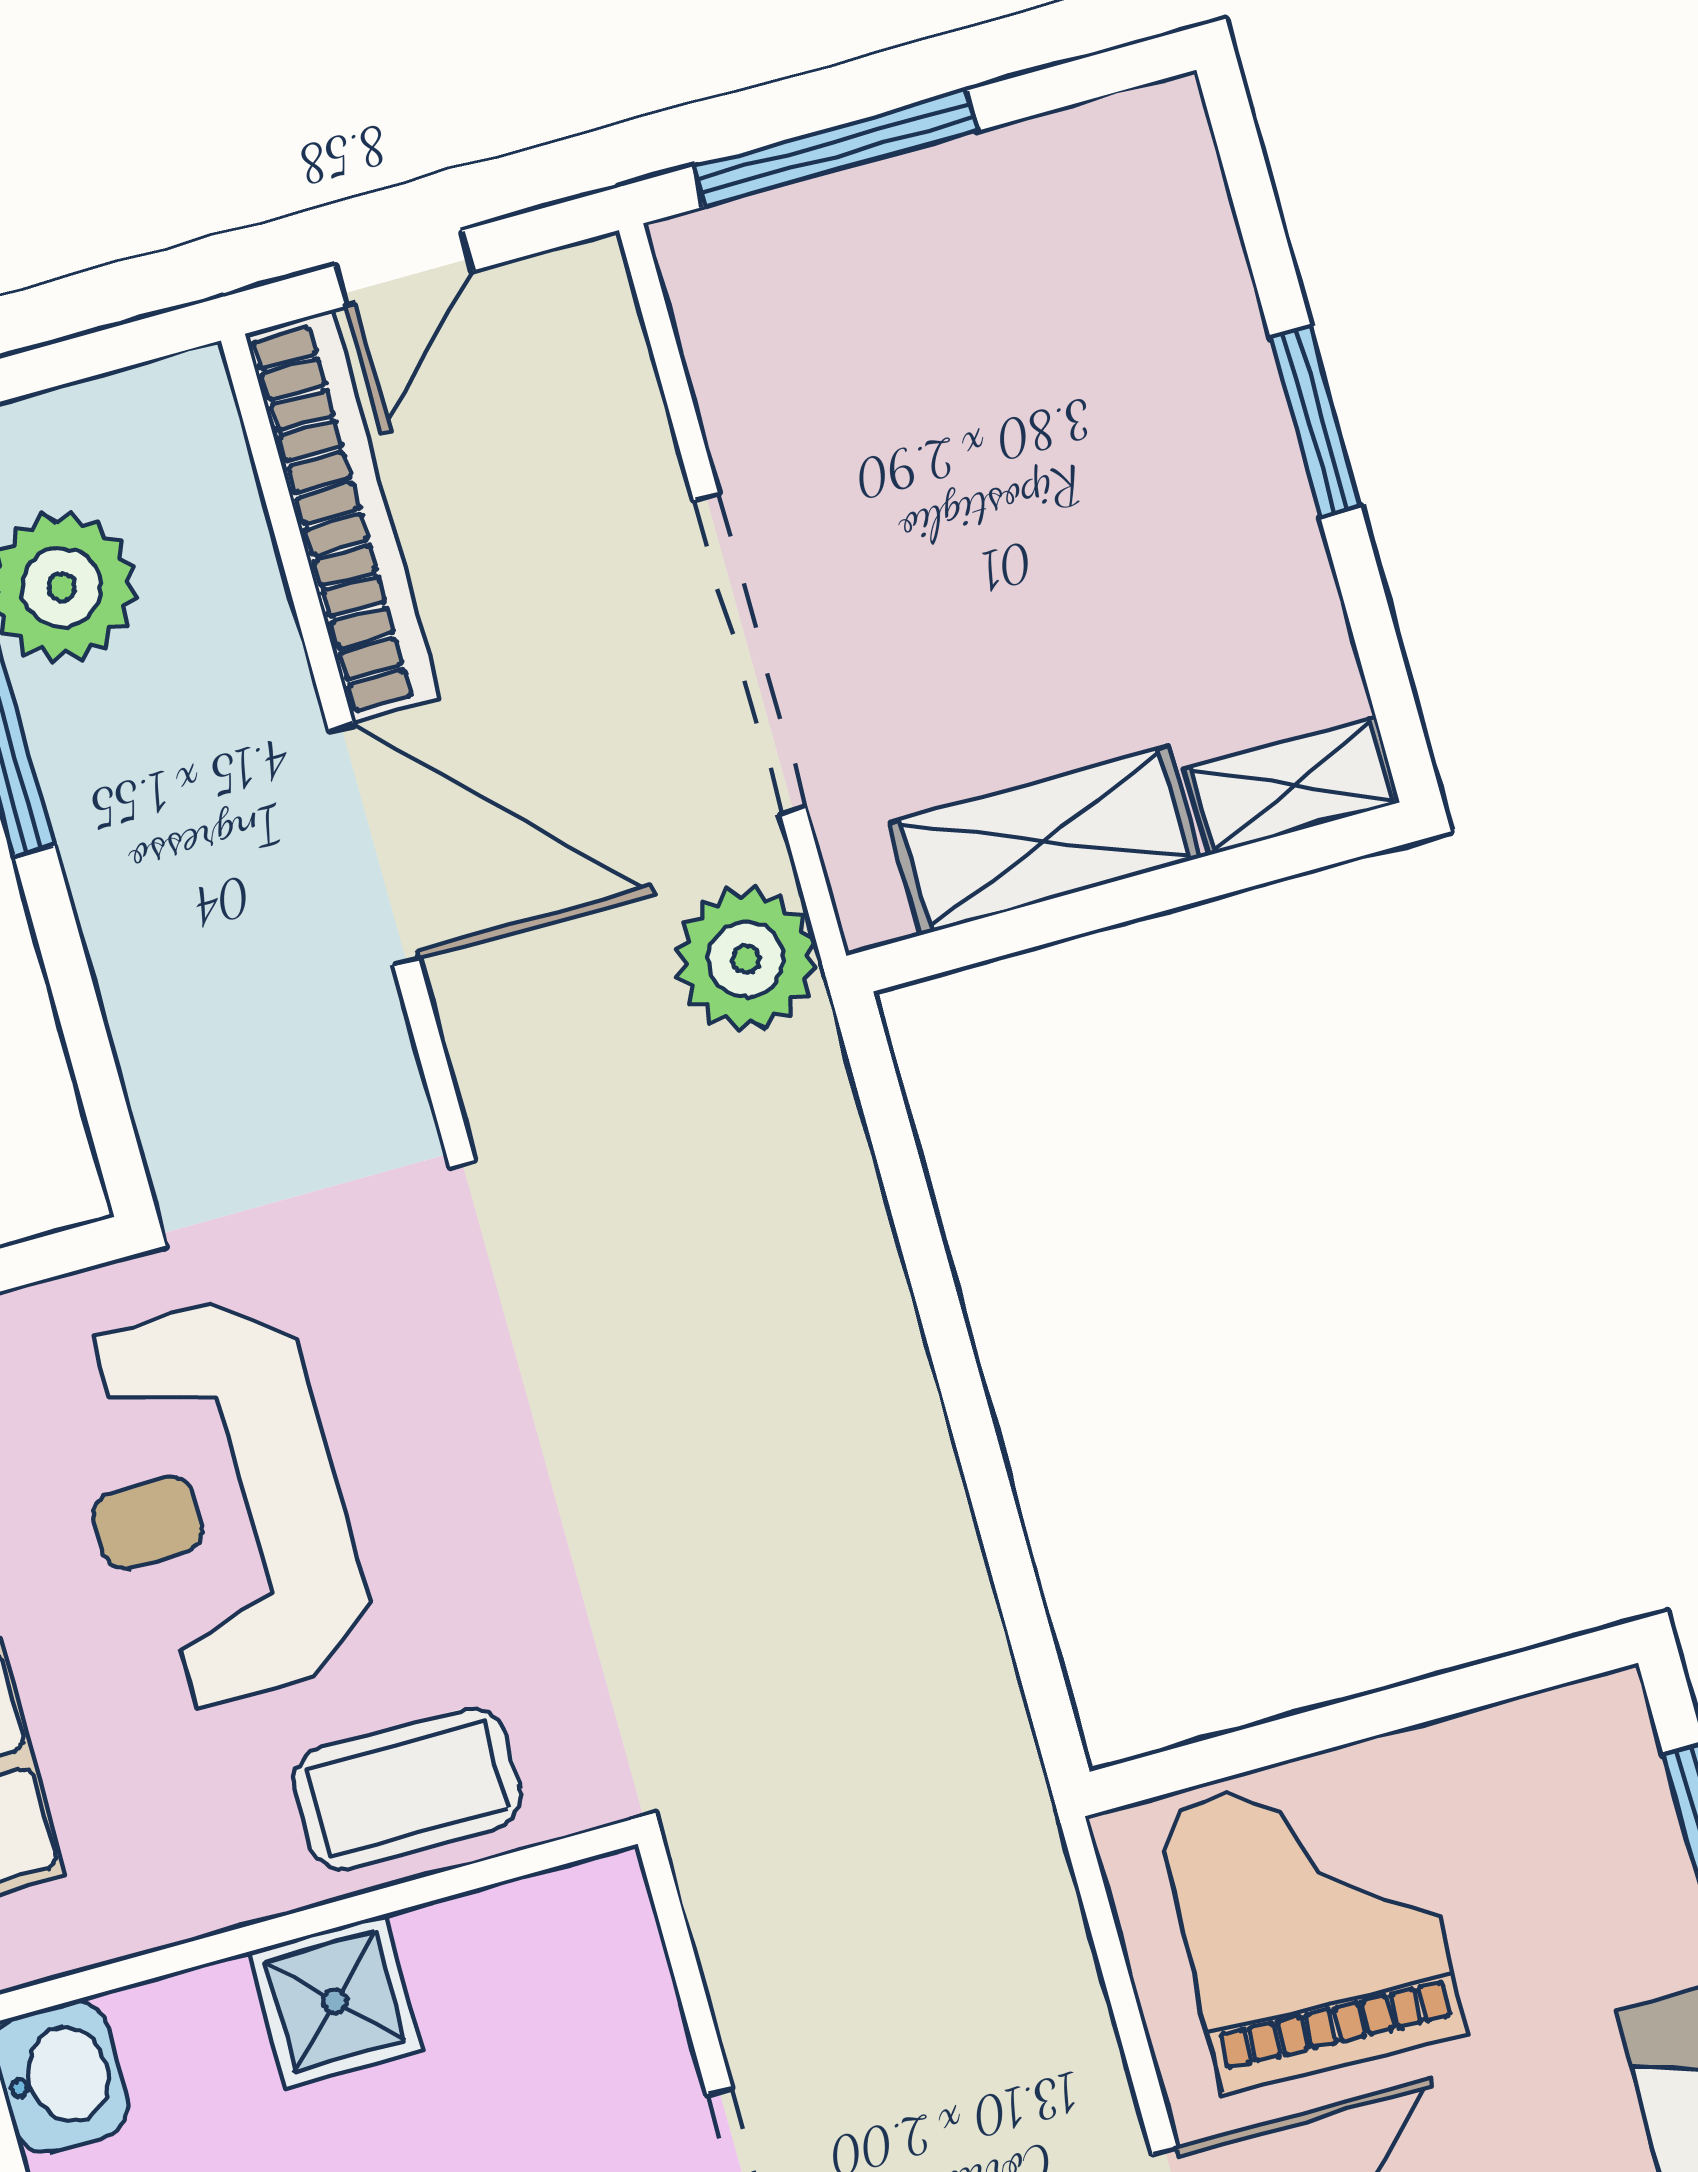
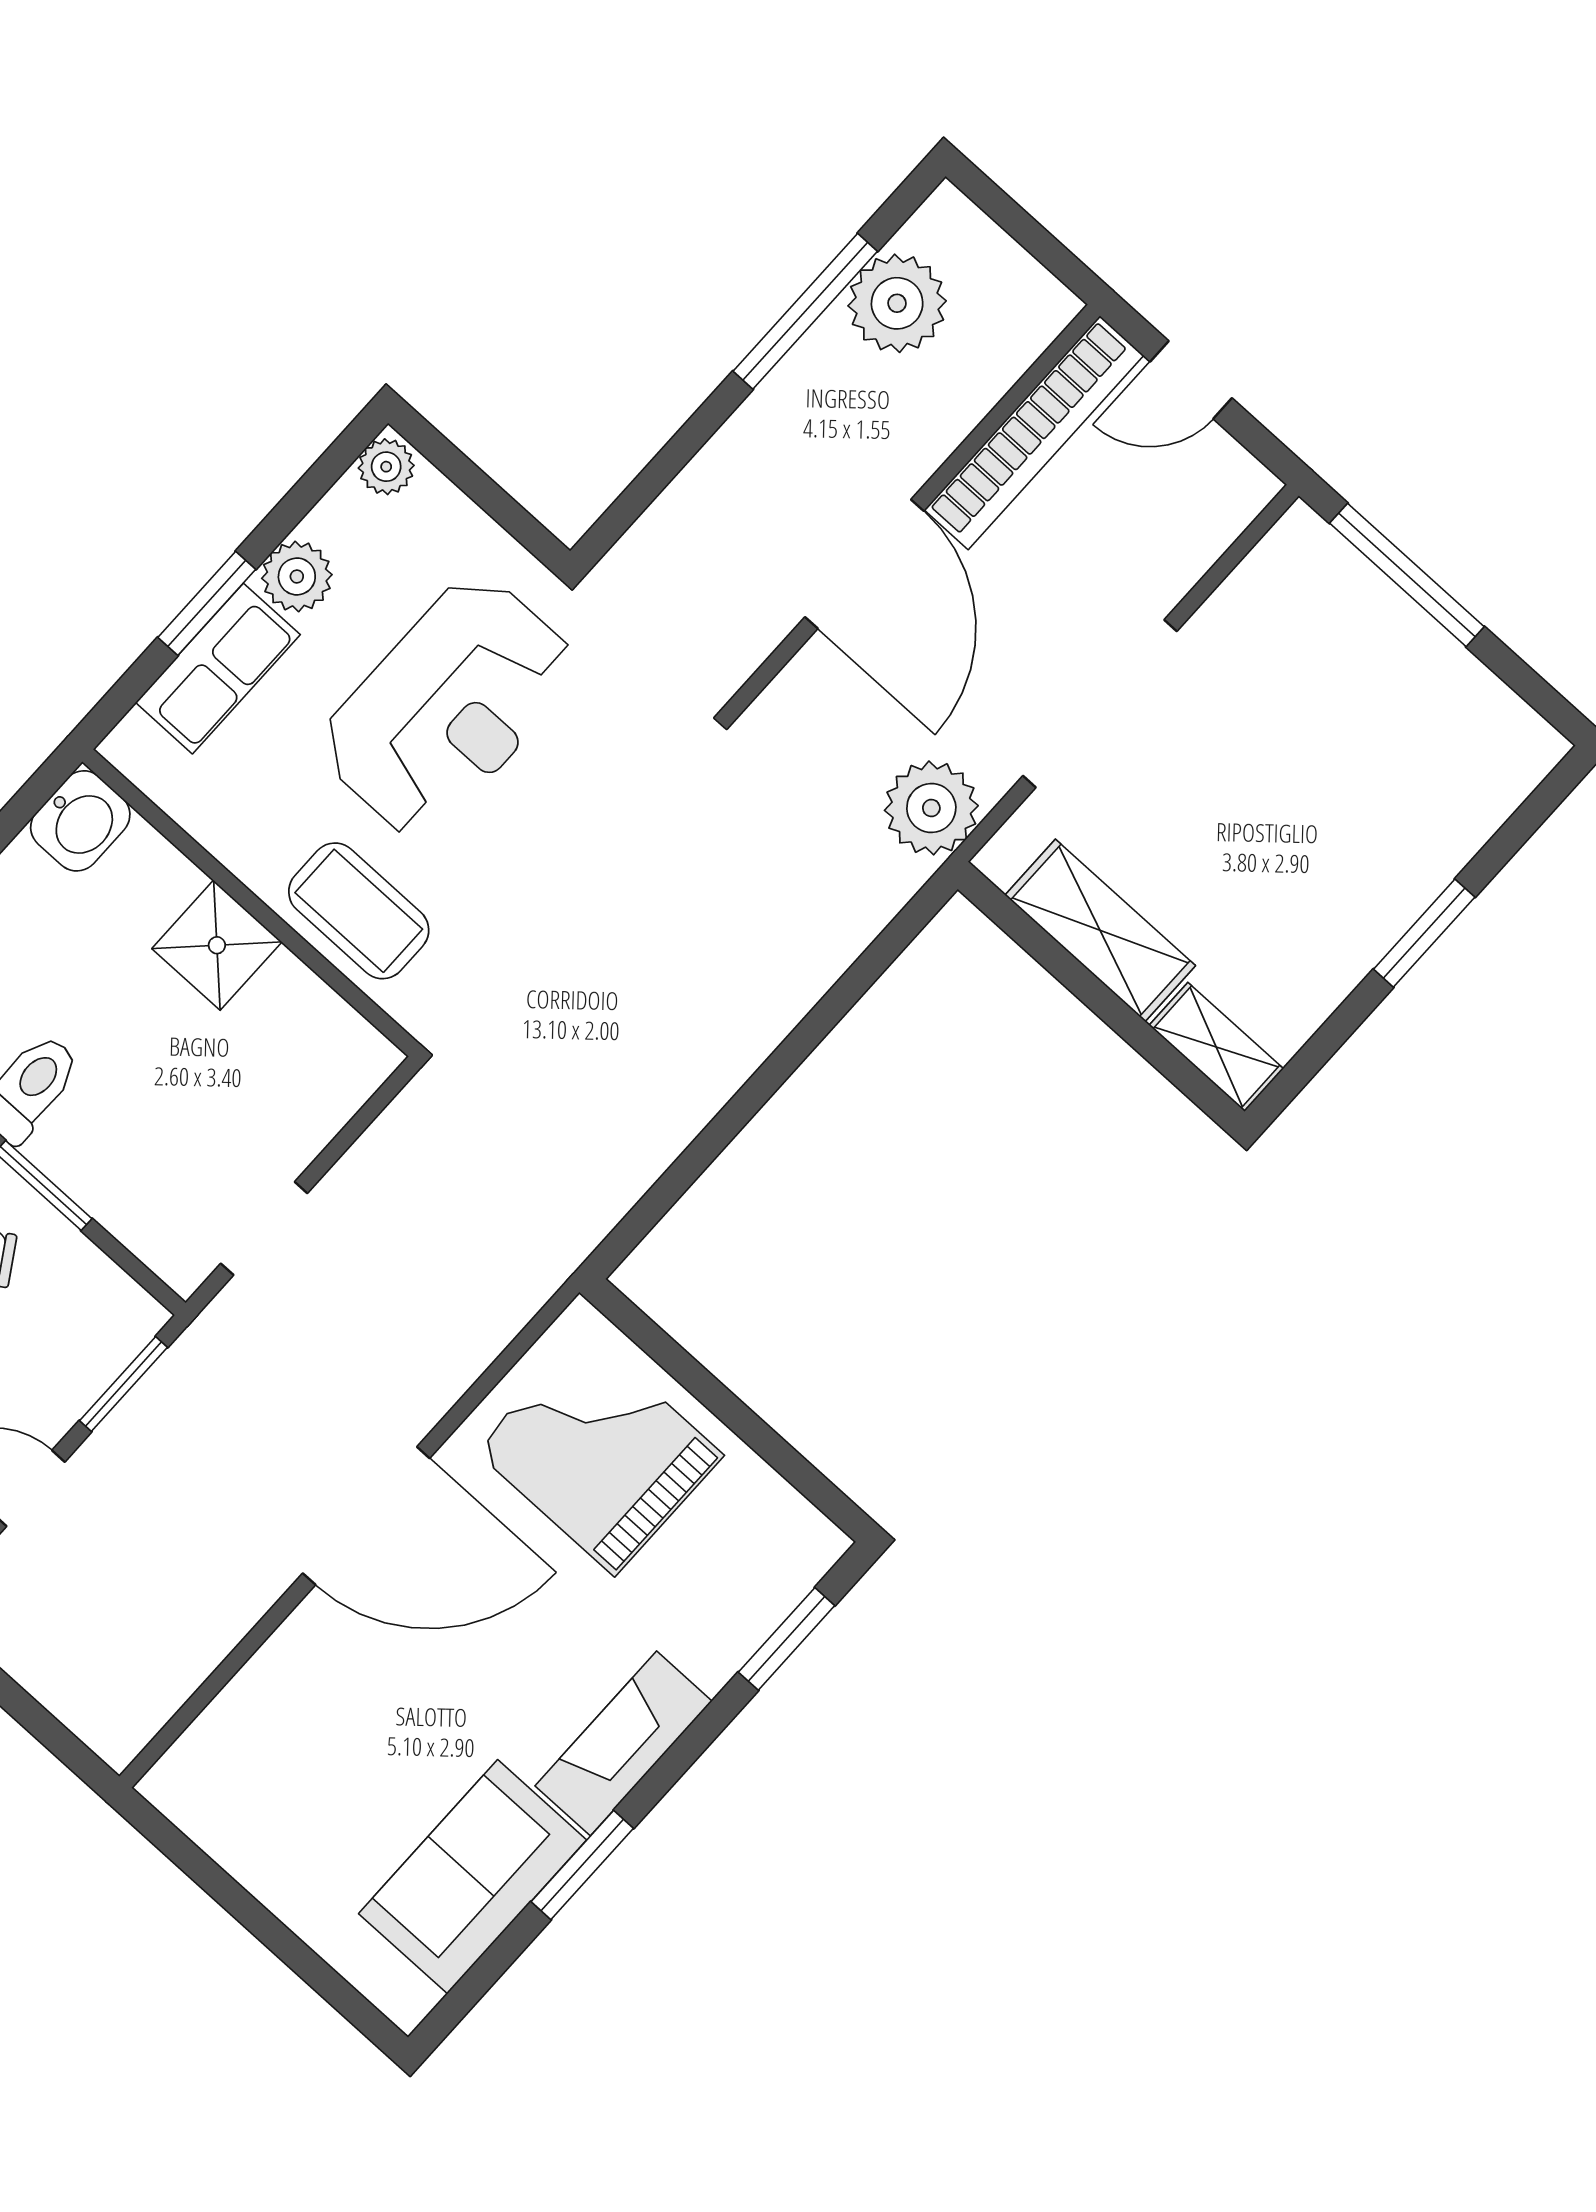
reception desk: (216, 1504) -> (448, 707), turned 180
grand piano: (1311, 1923) -> (599, 1453), turned -92

